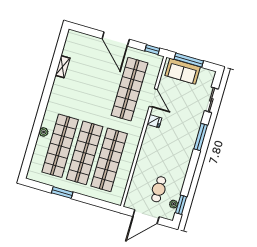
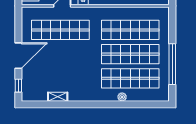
window: (152, 50) -> (18, 86), moved
window: (62, 192) -> (172, 64), width x2.11

